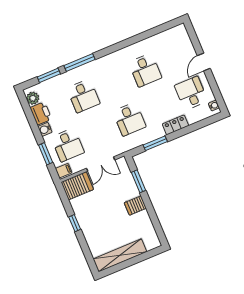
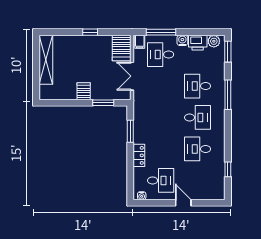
window: (153, 32) -> (228, 169), added
window: (49, 75) -> (228, 52), moved
desk: (129, 119) -> (198, 117), moved, turned 180
window: (46, 154) -> (161, 32), width x1.44

